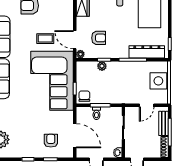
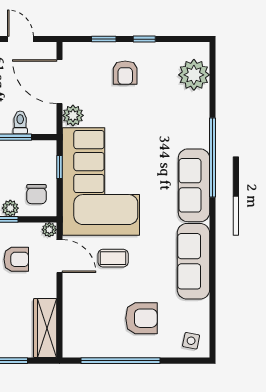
armchair: (99, 38) -> (16, 259), turned 180
chair: (84, 96) -> (36, 194), moved
plant: (67, 117) -> (73, 115), added
armchair: (51, 141) -> (125, 73), moved

